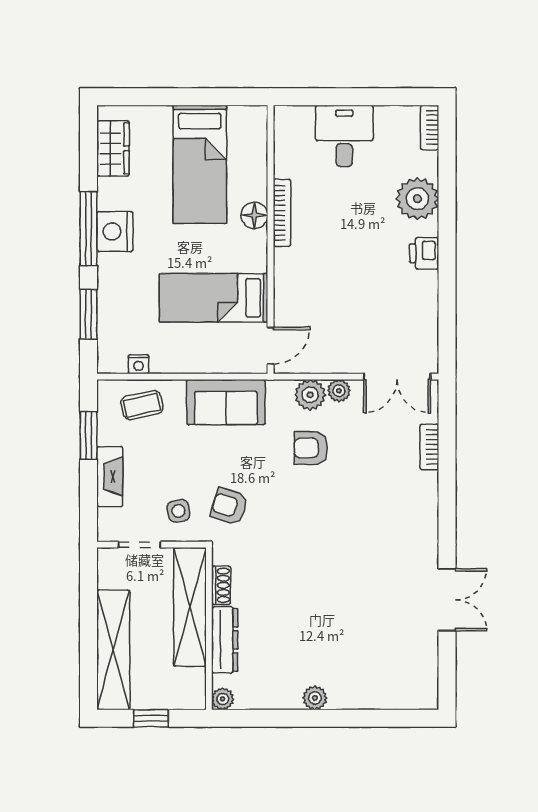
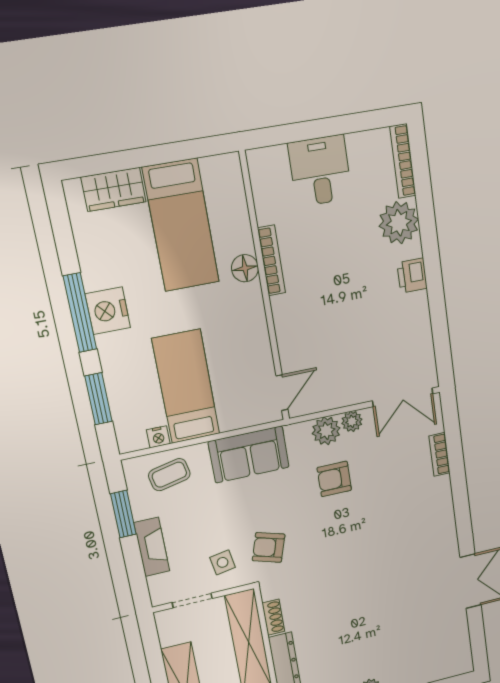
bookcase: (430, 127) -> (403, 161), width x1.56
wardrobe: (113, 148) -> (114, 189), moved, turned 90
bed: (214, 298) -> (186, 387), moved, turned 90

